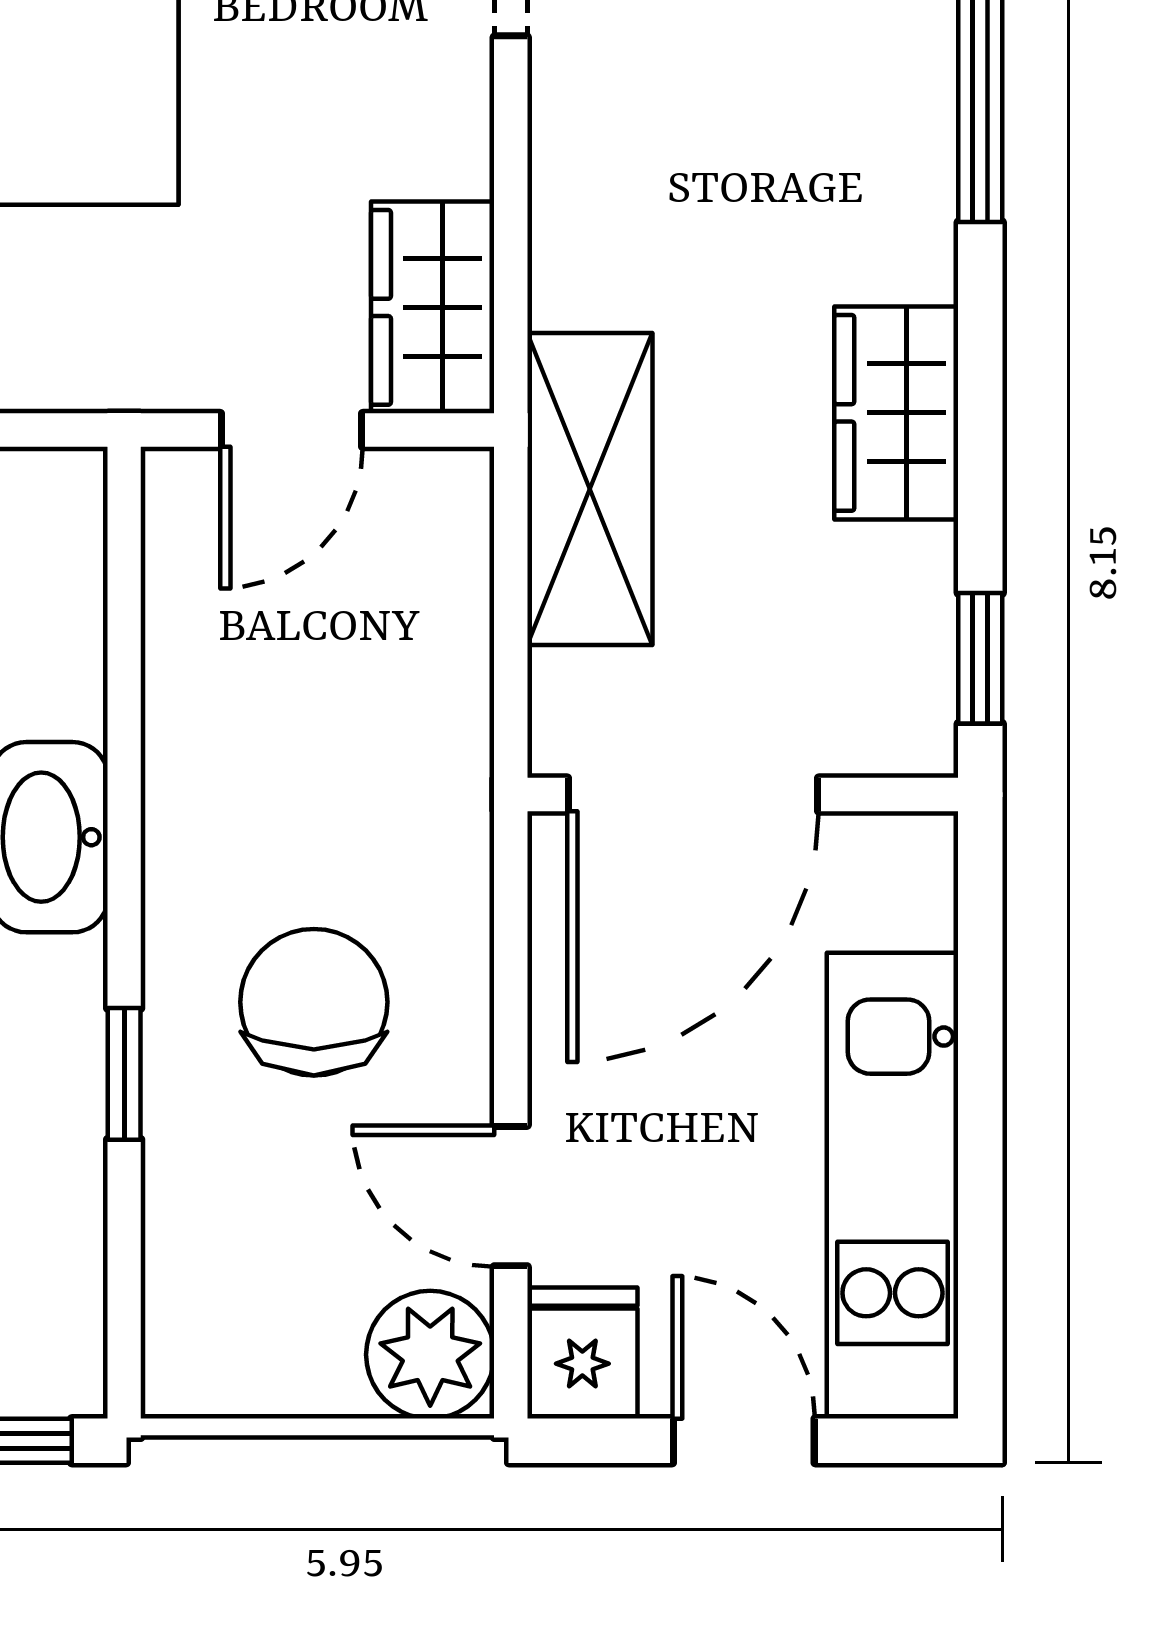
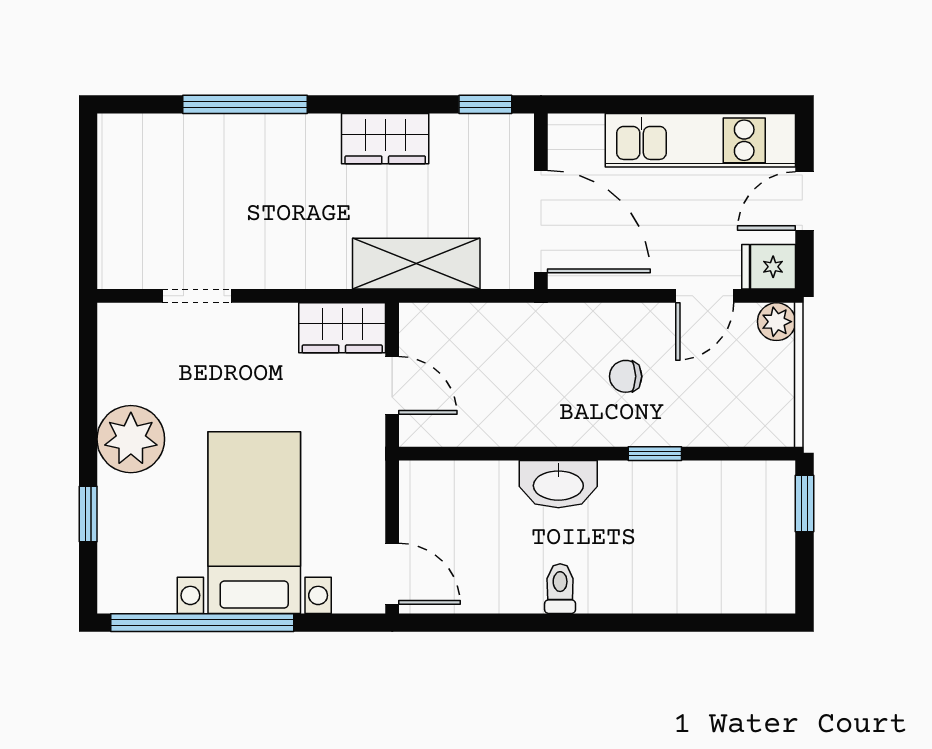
chair: (314, 1002) -> (626, 376), width x0.54, depth x0.54
plant: (430, 1355) -> (777, 322), width x0.73, depth x0.73

